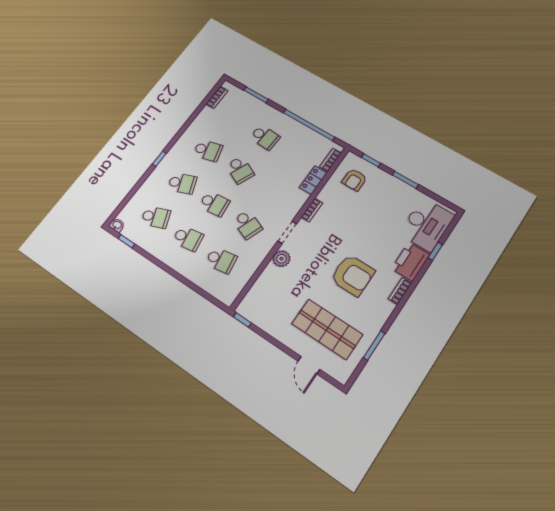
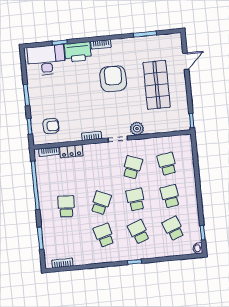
shop shelf: (327, 329) -> (157, 85), moved

